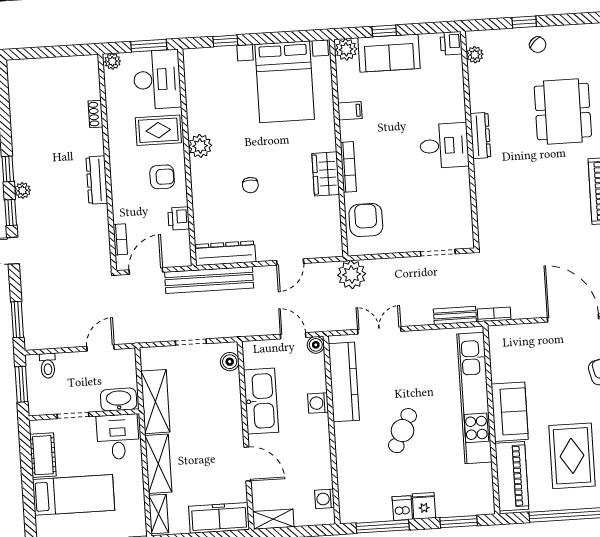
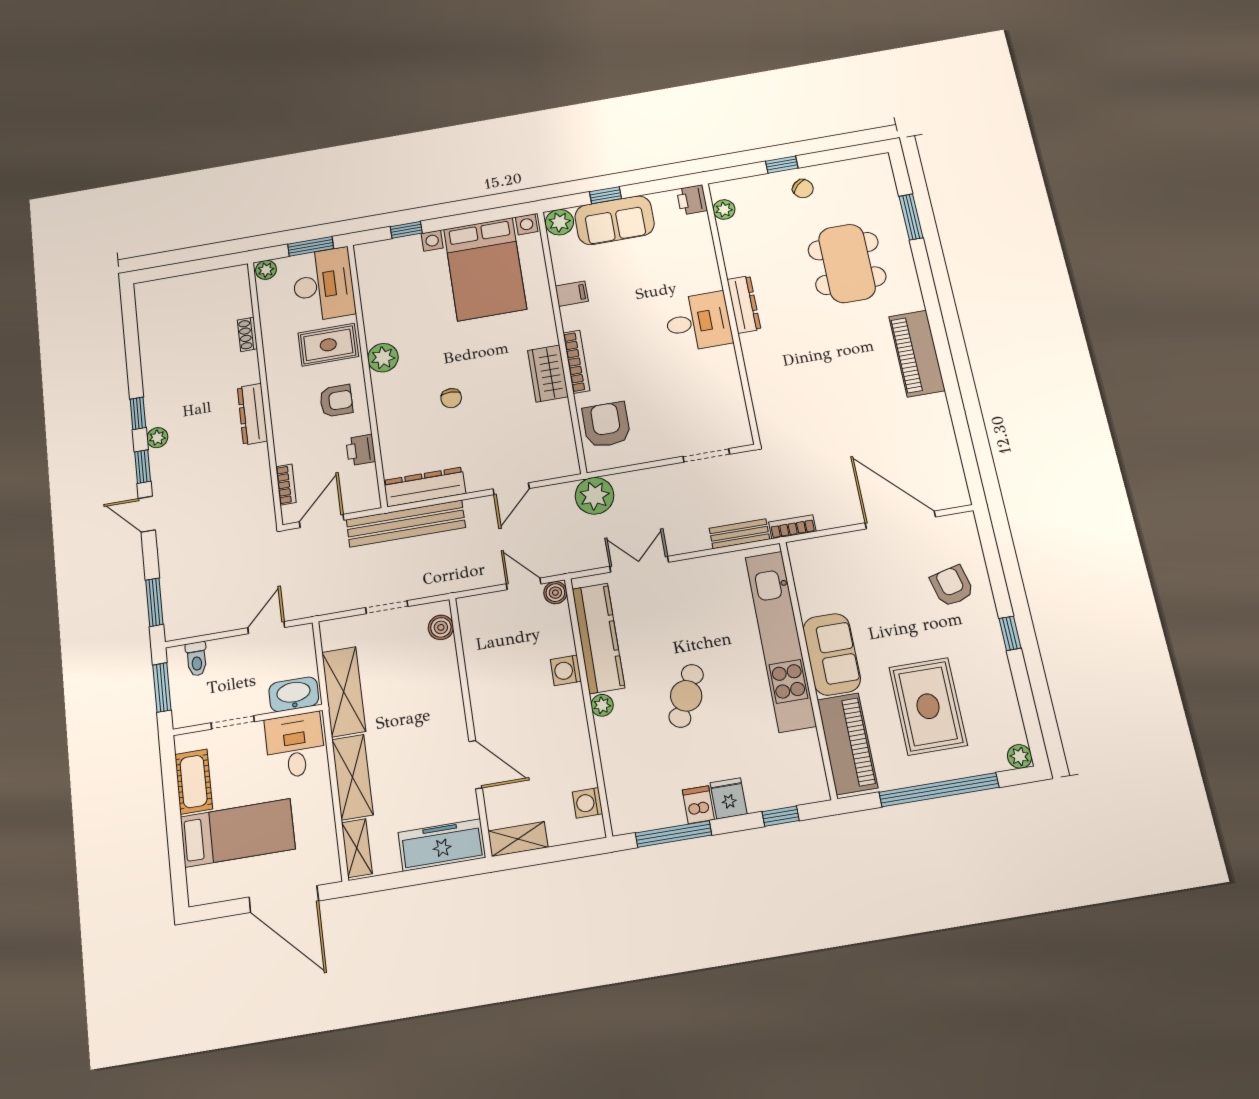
kitchen sink: (261, 401) -> (488, 676), removed
plant: (342, 431) -> (602, 705), added
window: (459, 522) -> (781, 816), width x0.67

